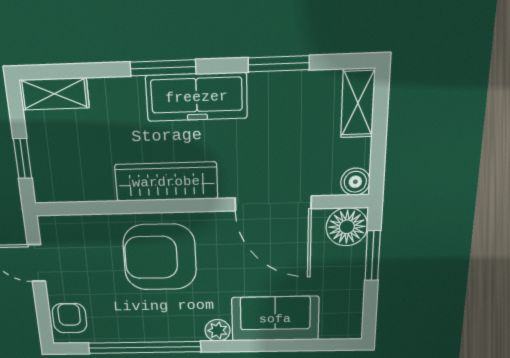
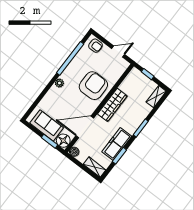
freezer: (197, 97) -> (117, 144), moved
sofa: (275, 319) -> (47, 125), moved, turned -90

